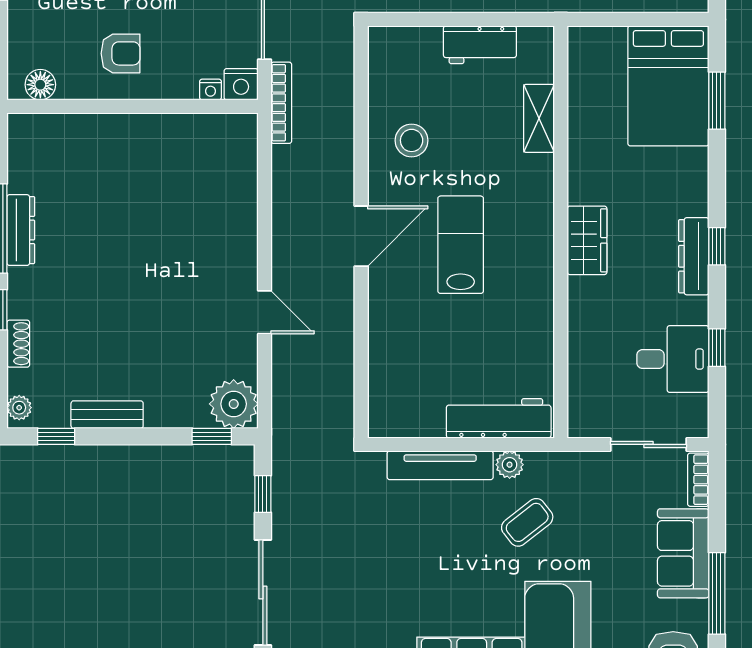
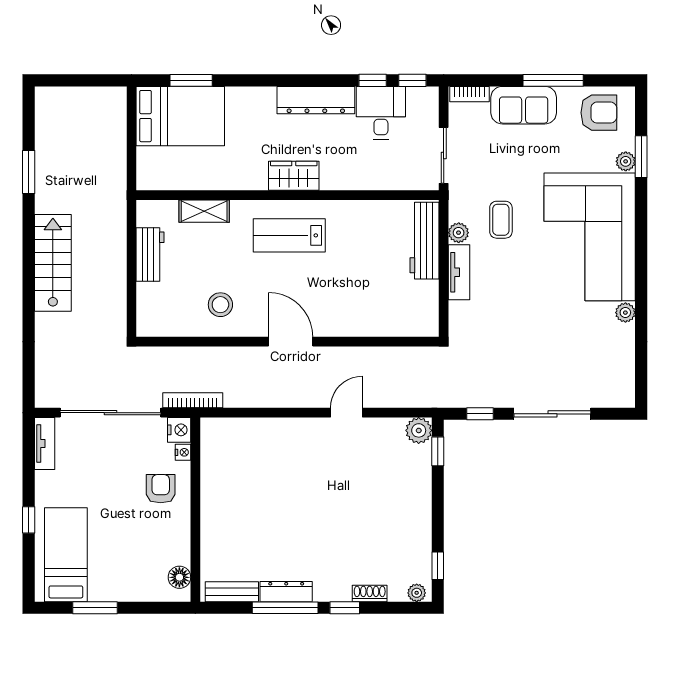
armchair: (120, 53) -> (161, 489), moved
lab bench: (461, 245) -> (289, 235), moved
window: (717, 246) -> (412, 80), moved
dresser: (694, 256) -> (316, 100), width x1.37, depth x1.24
plant: (234, 404) -> (419, 430), width x0.73, depth x0.73
bench: (107, 415) -> (232, 592), moved, turned 90
sliding door: (648, 444) -> (444, 155), moved
tv unit: (440, 465) -> (459, 272), width x0.71
coffee table: (527, 522) -> (501, 220), turned 38

